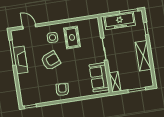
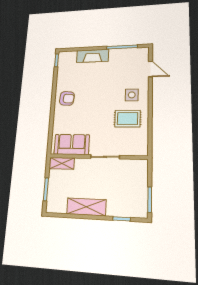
freezer: (120, 21) -> (138, 184), removed
door: (29, 27) -> (150, 69), hinge flipped
fireplace: (20, 60) -> (93, 56), moved
armchair: (51, 61) -> (104, 89), removed

